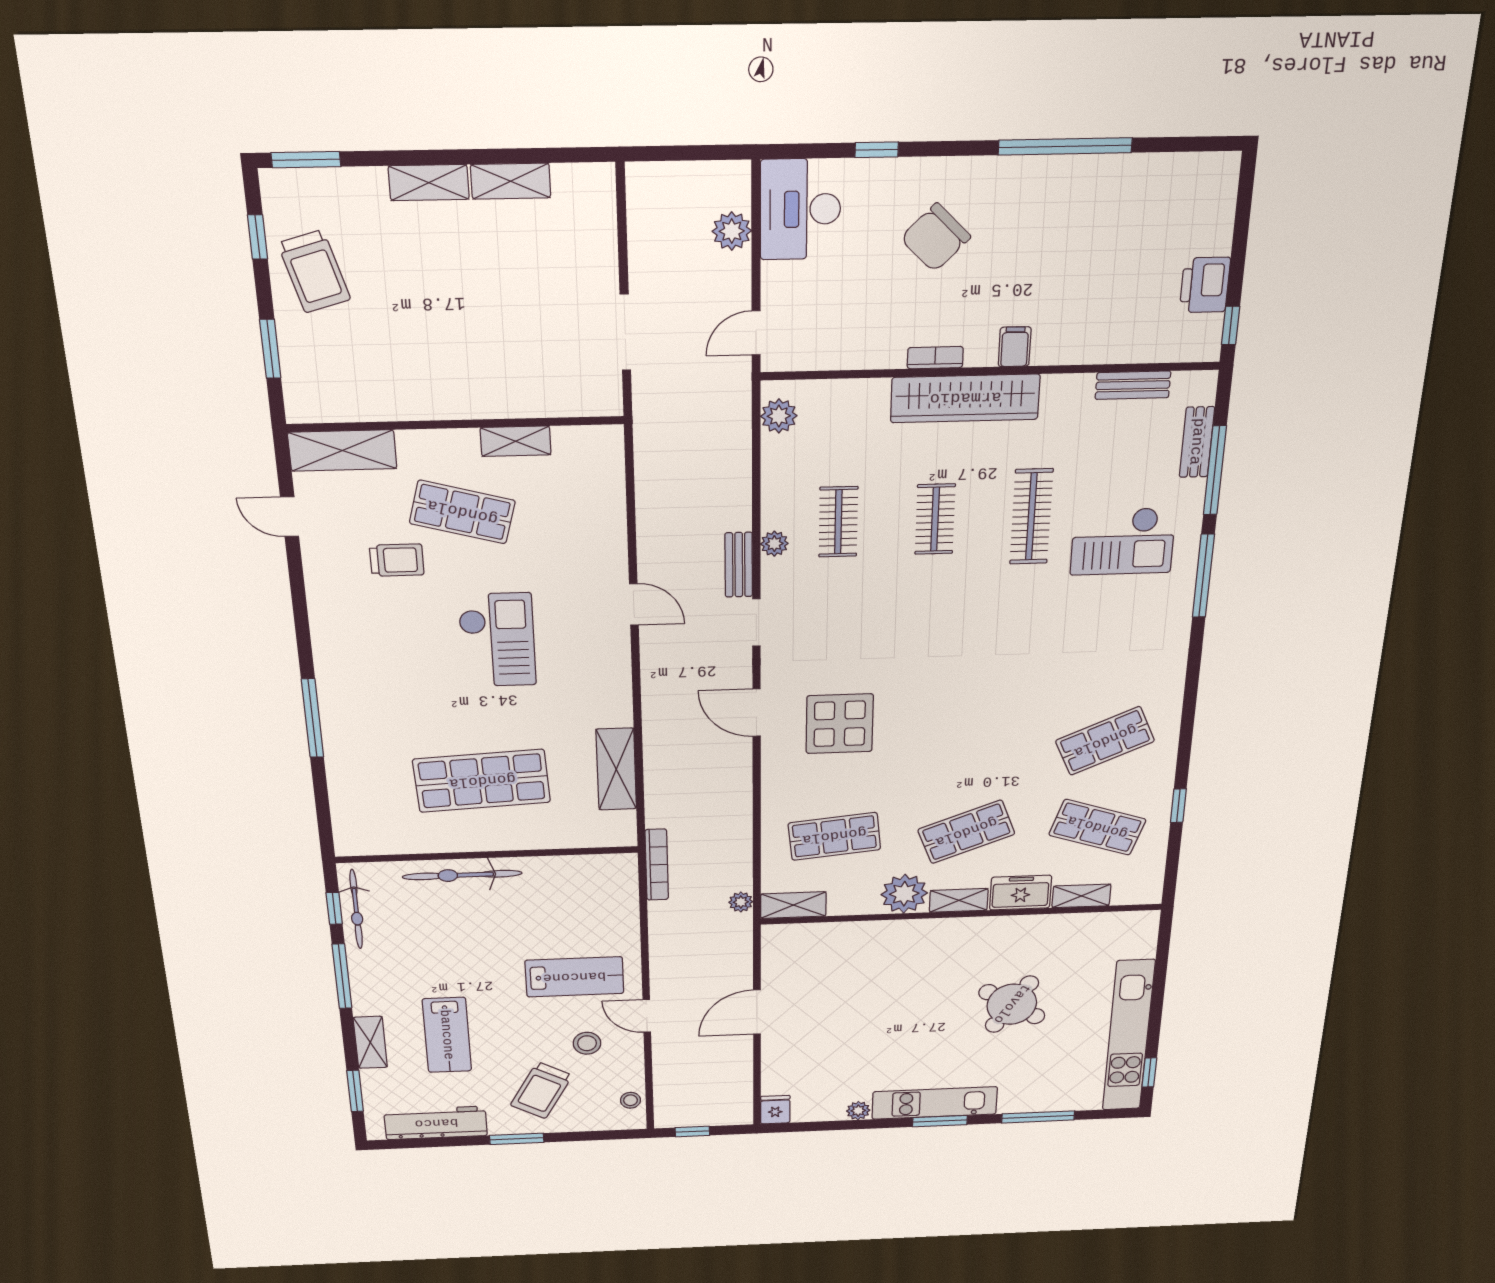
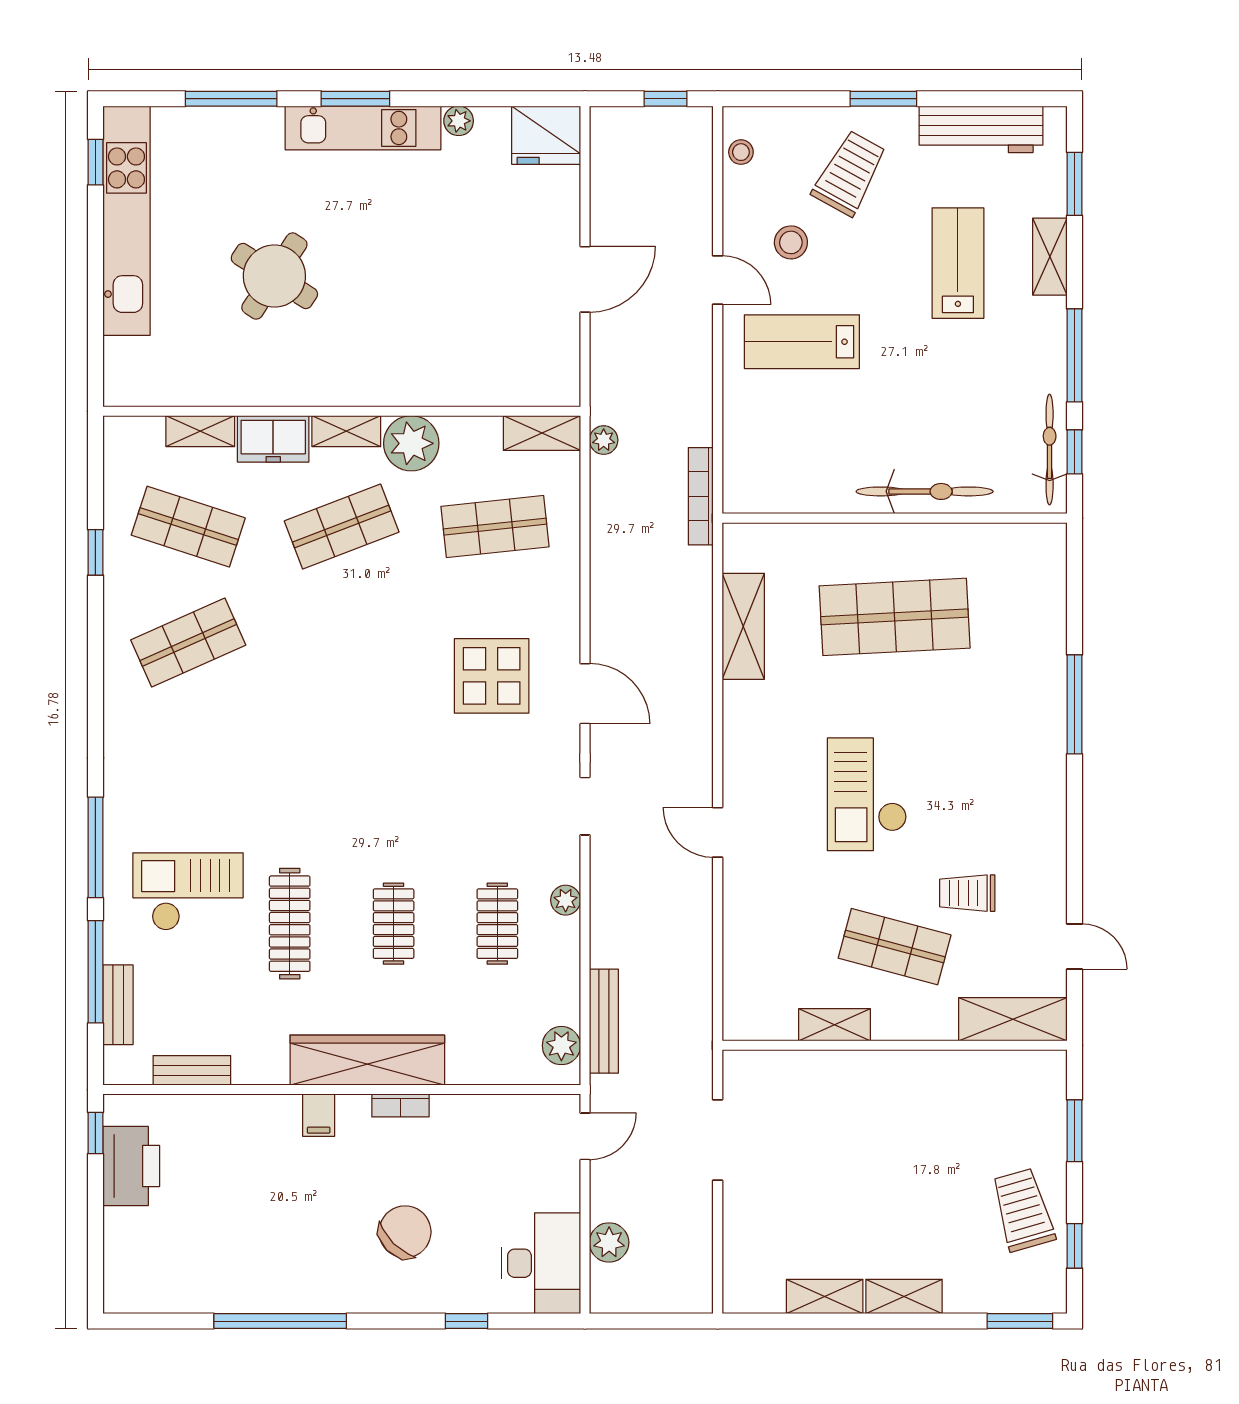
printer: (1205, 285) -> (131, 1166), width x1.37, depth x1.19
bench: (739, 565) -> (604, 1021), moved, width x1.36
fridge: (775, 1110) -> (546, 135), width x1.88, depth x1.34

